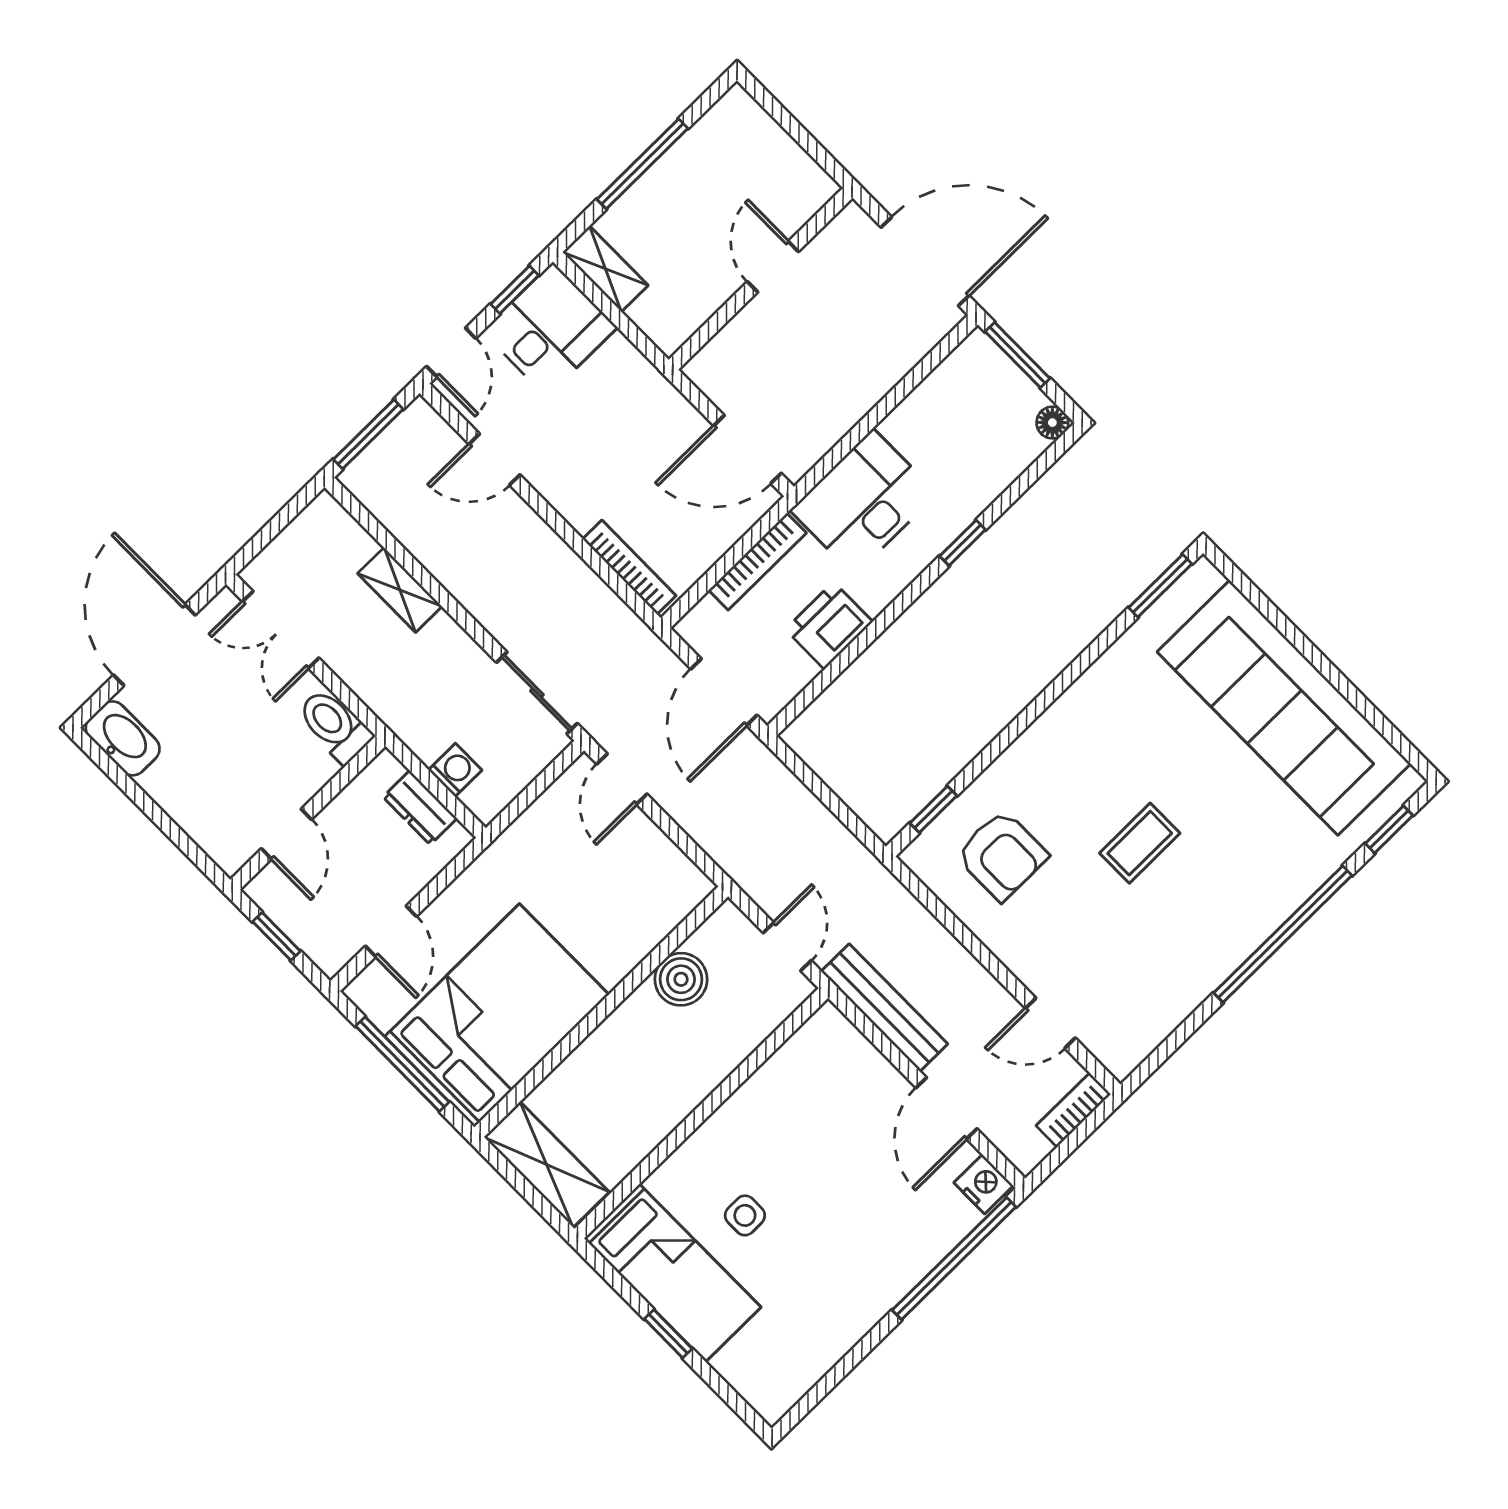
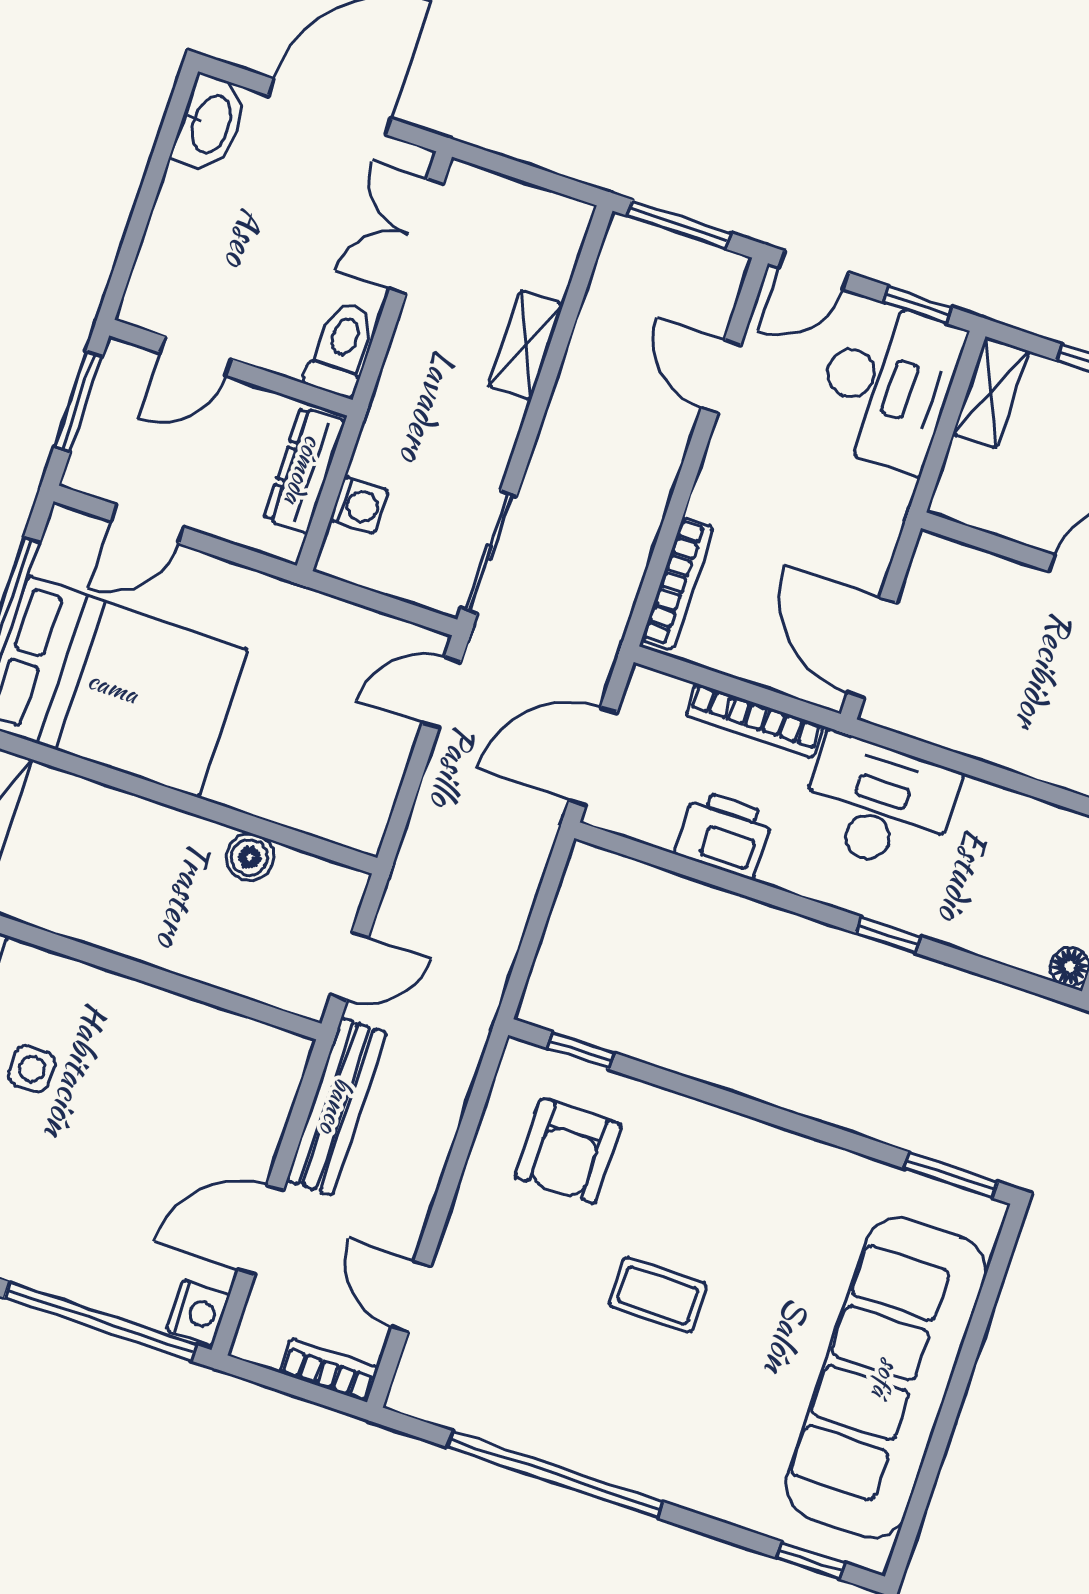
desk: (550, 329) -> (887, 385), width x1.37
dresser: (420, 808) -> (304, 470), width x1.44
window: (1283, 934) -> (555, 1474), moved
window: (276, 936) -> (78, 402), width x1.50
boiler: (681, 979) -> (250, 857), width x0.73, depth x0.73

